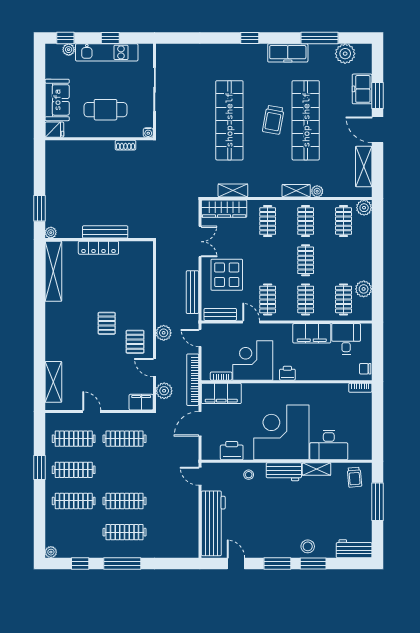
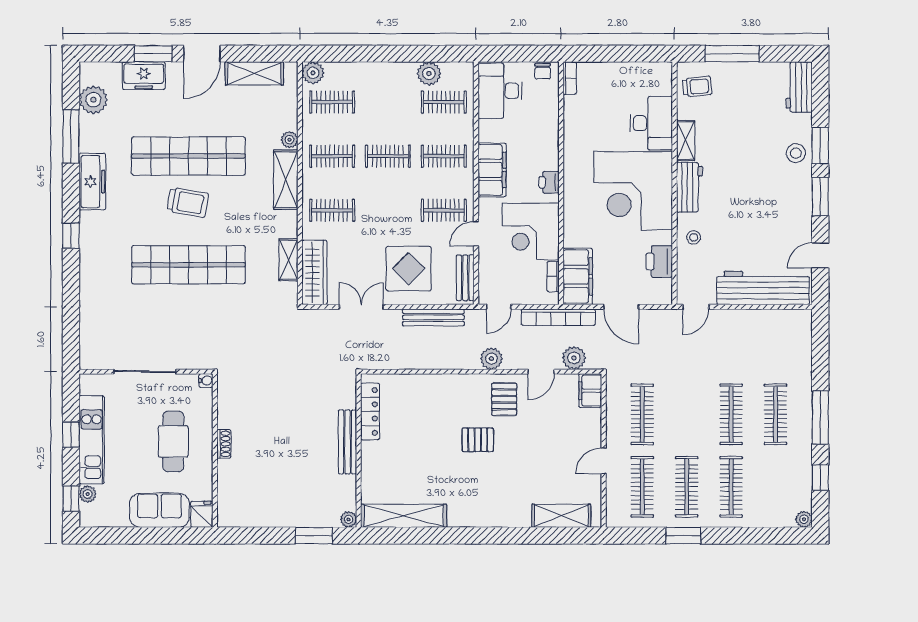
shoe rack: (126, 145) -> (224, 444), moved
shelving: (296, 191) -> (286, 180), width x1.50, depth x1.33
locker: (98, 248) -> (370, 411), moved
filing cabinet: (312, 333) -> (492, 170), moved
desk: (346, 339) -> (500, 91), width x1.37
pallet: (135, 342) -> (504, 399), turned 90

